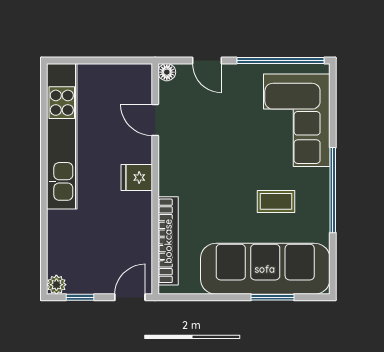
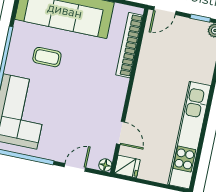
door: (207, 61) -> (75, 167), hinge flipped
fridge: (137, 177) -> (127, 166), moved

